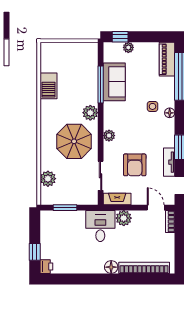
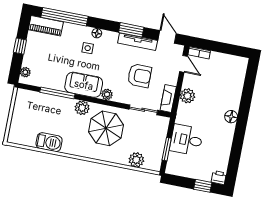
window: (120, 37) -> (20, 46), moved
plant: (128, 47) -> (25, 72), moved
sofa: (114, 82) -> (84, 85), moved
tv unit: (169, 162) -> (138, 42), width x1.41
door: (156, 208) -> (183, 64), swing flipped
desk: (100, 226) -> (186, 140), moved
bookcase: (144, 268) -> (238, 86), removed

